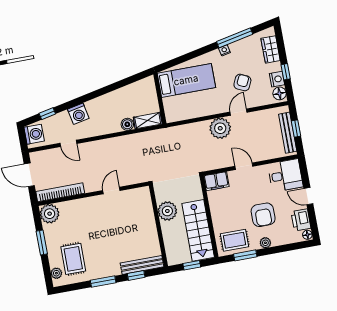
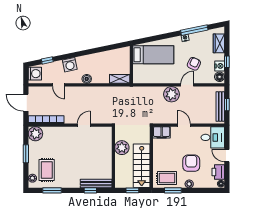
boiler: (127, 124) -> (87, 79), moved
armchair: (263, 215) -> (191, 163), turned 180
window: (103, 281) -> (52, 190), moved

